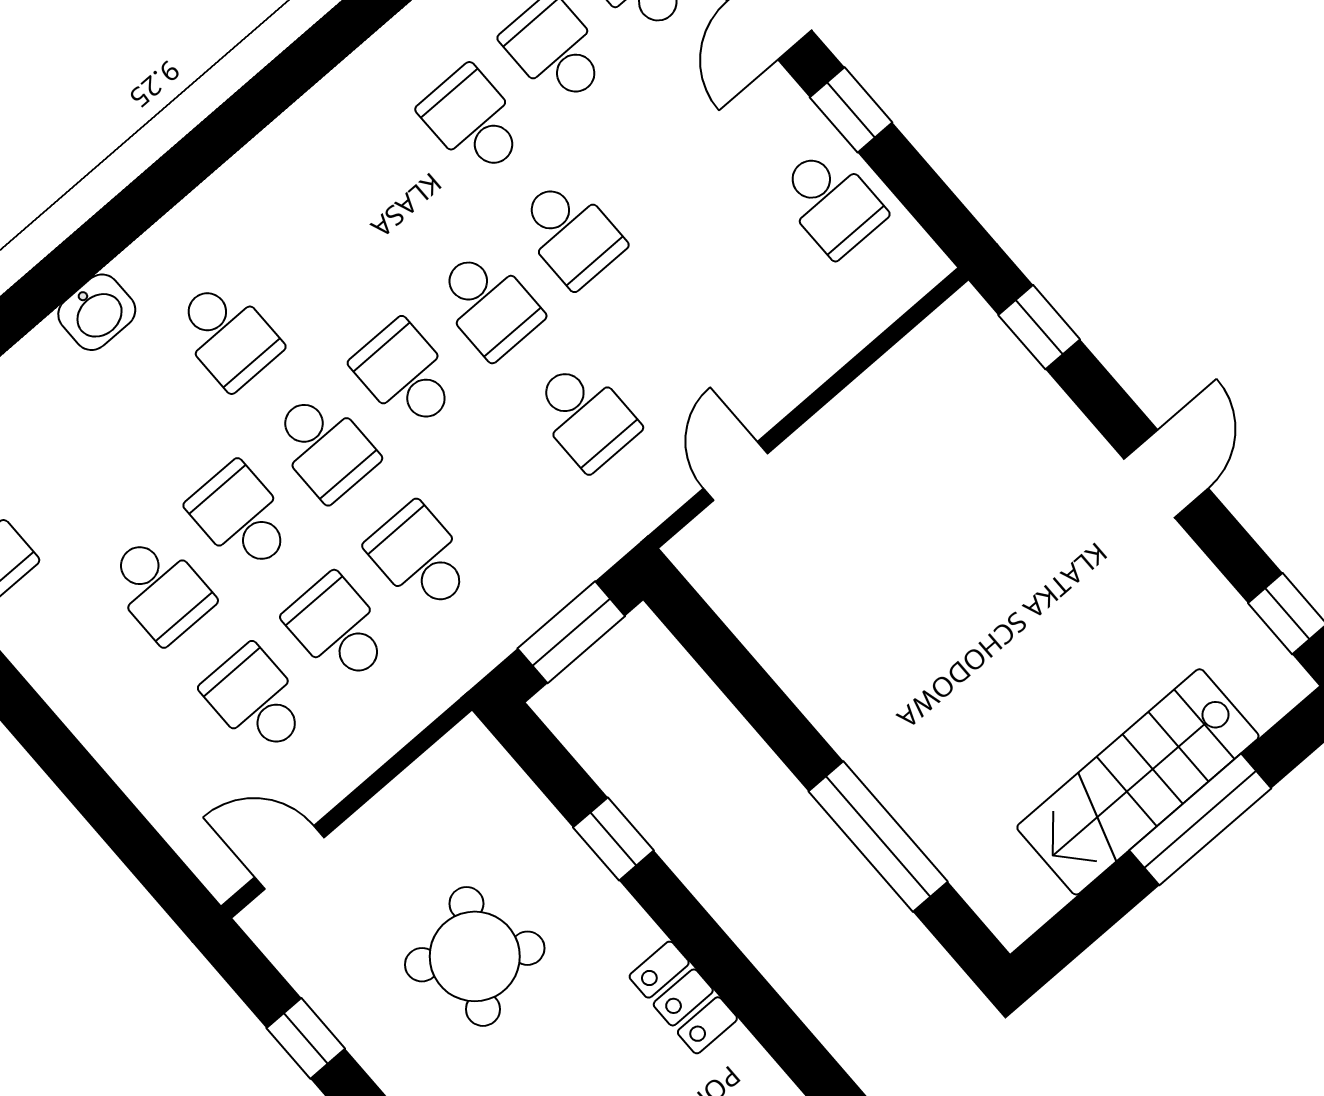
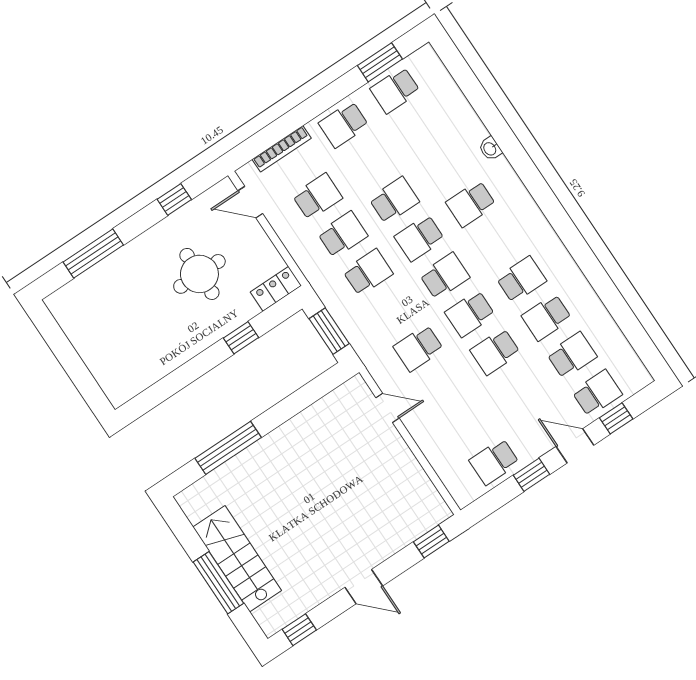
school desk: (474, 121) -> (547, 317), turned 180
school desk: (392, 192) -> (521, 279), added
washbasin: (97, 312) -> (490, 149), width x0.72, depth x0.69
school desk: (160, 589) -> (344, 124), moved
bookcase: (154, 799) -> (282, 149), added
door: (289, 857) -> (250, 202), swing flipped
round table: (475, 956) -> (199, 274), turned -32
locker: (683, 997) -> (276, 289), moved

